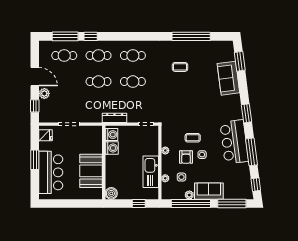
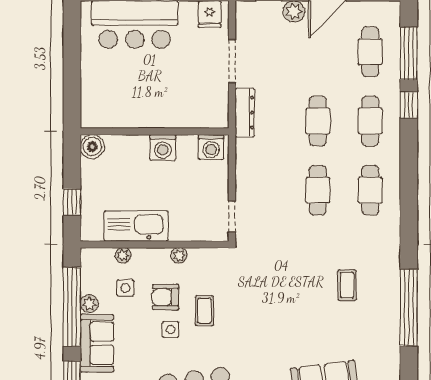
dresser: (115, 118) -> (245, 113), moved
washing machine: (112, 148) -> (163, 147), moved
booth: (91, 171) -> (138, 106), removed

